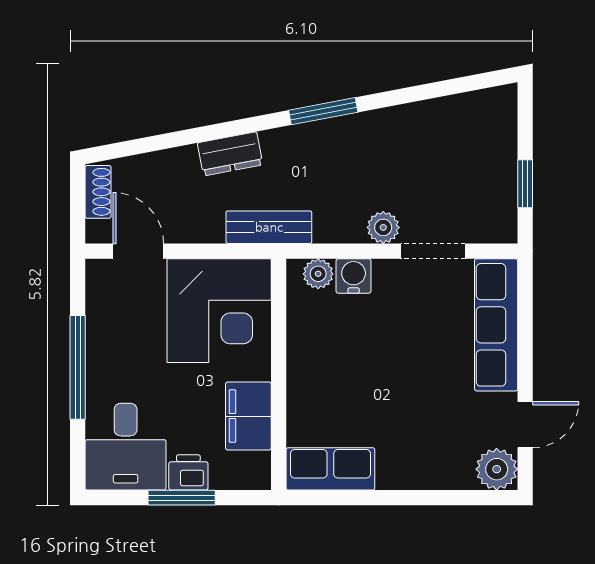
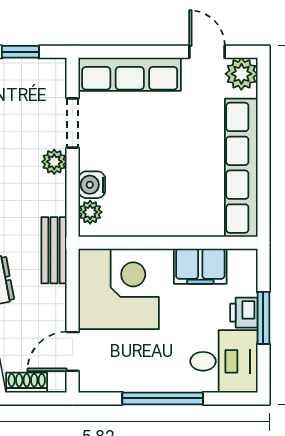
row of seats: (330, 469) -> (241, 168), width x2.02

